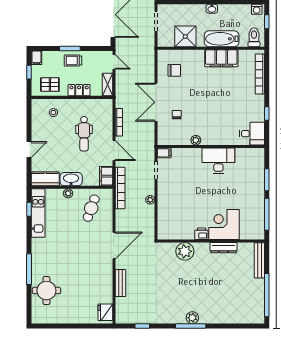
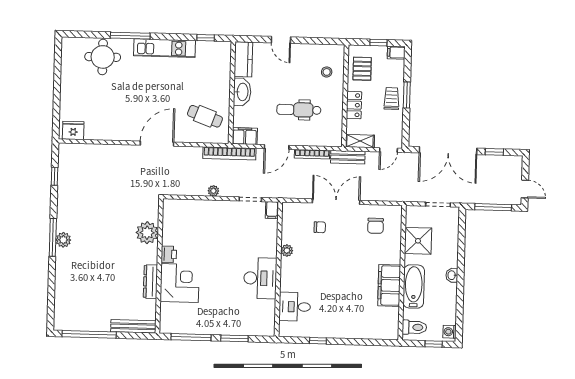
bookcase: (260, 74) -> (368, 333), removed
desk: (252, 134) -> (295, 307), moved, turned 90
plant: (68, 193) -> (224, 88), removed
kitchen unit: (38, 213) -> (165, 48), moved
door: (114, 245) -> (157, 144), swing flipped
bench: (121, 283) -> (348, 157), moved

